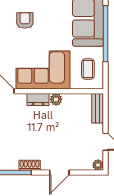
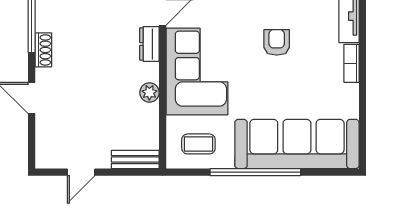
armchair: (25, 20) -> (277, 42), turned -90
dresser: (38, 99) -> (149, 44), moved
plant: (98, 165) -> (44, 160), removed

